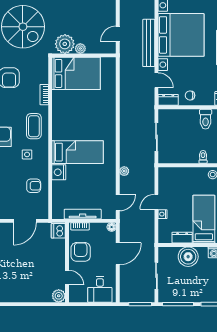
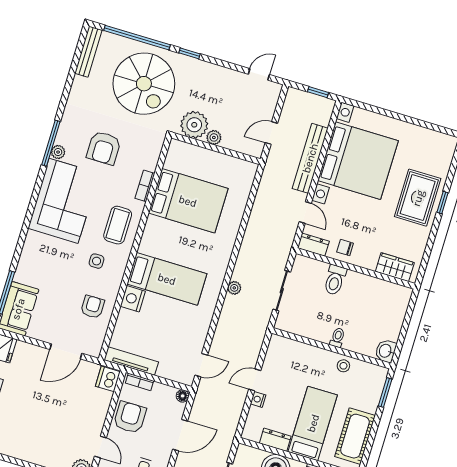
bed: (76, 73) -> (188, 201), moved
toilet: (206, 119) -> (335, 280), moved
plant: (124, 171) -> (234, 288), moved
armchair: (34, 186) -> (93, 307), turned -90
tv unit: (83, 214) -> (131, 361), moved

